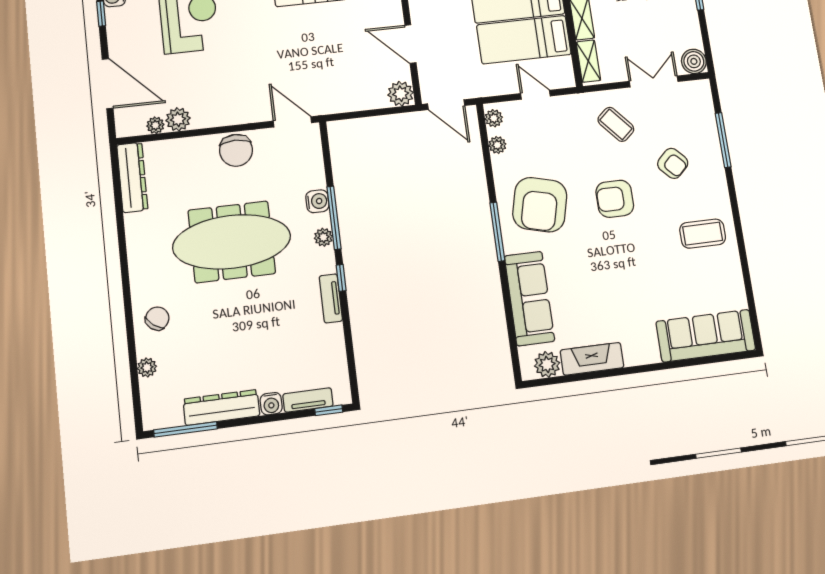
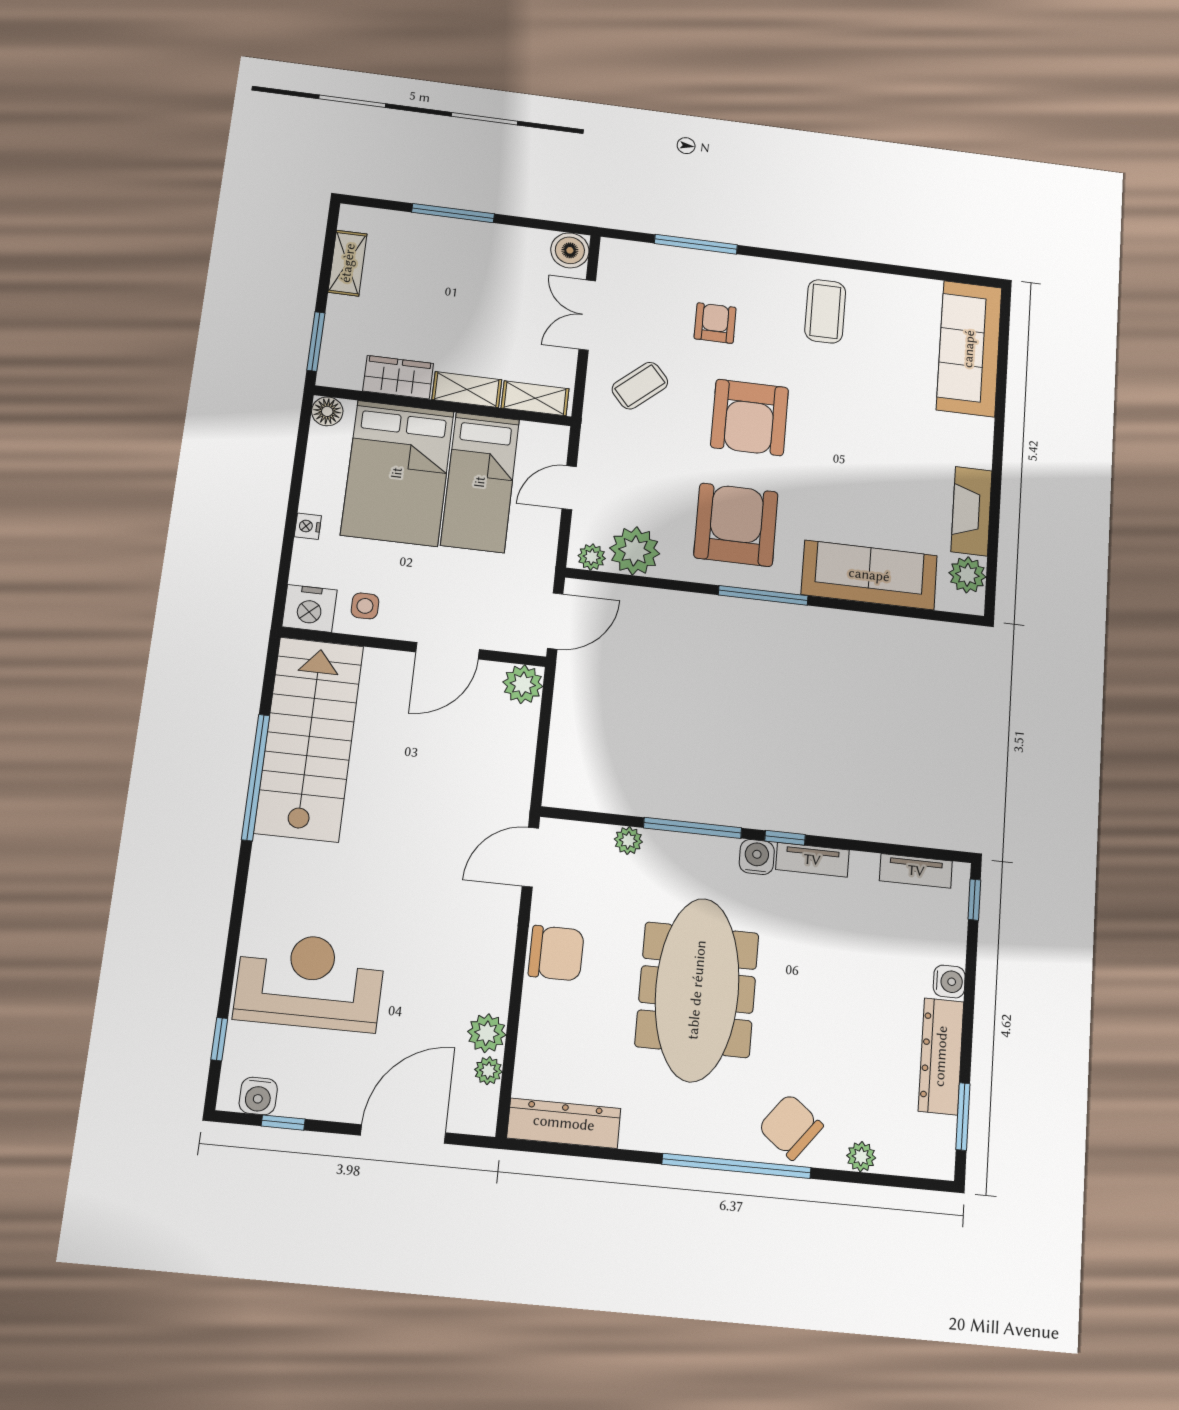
plant: (497, 145) -> (635, 551), width x1.88, depth x1.88
armchair: (673, 163) -> (715, 323), turned -46
armchair: (615, 199) -> (750, 417), width x1.36, depth x1.36
water cooler: (317, 201) -> (757, 857), moved
armchair: (540, 205) -> (736, 525), turned -104
plant: (323, 237) -> (628, 840), moved
window: (126, 289) -> (737, 1166), added
chair: (157, 318) -> (791, 1127), width x1.37, depth x1.37
tv unit: (308, 400) -> (916, 871), moved, turned -90
window: (185, 429) -> (963, 1116), width x0.69

